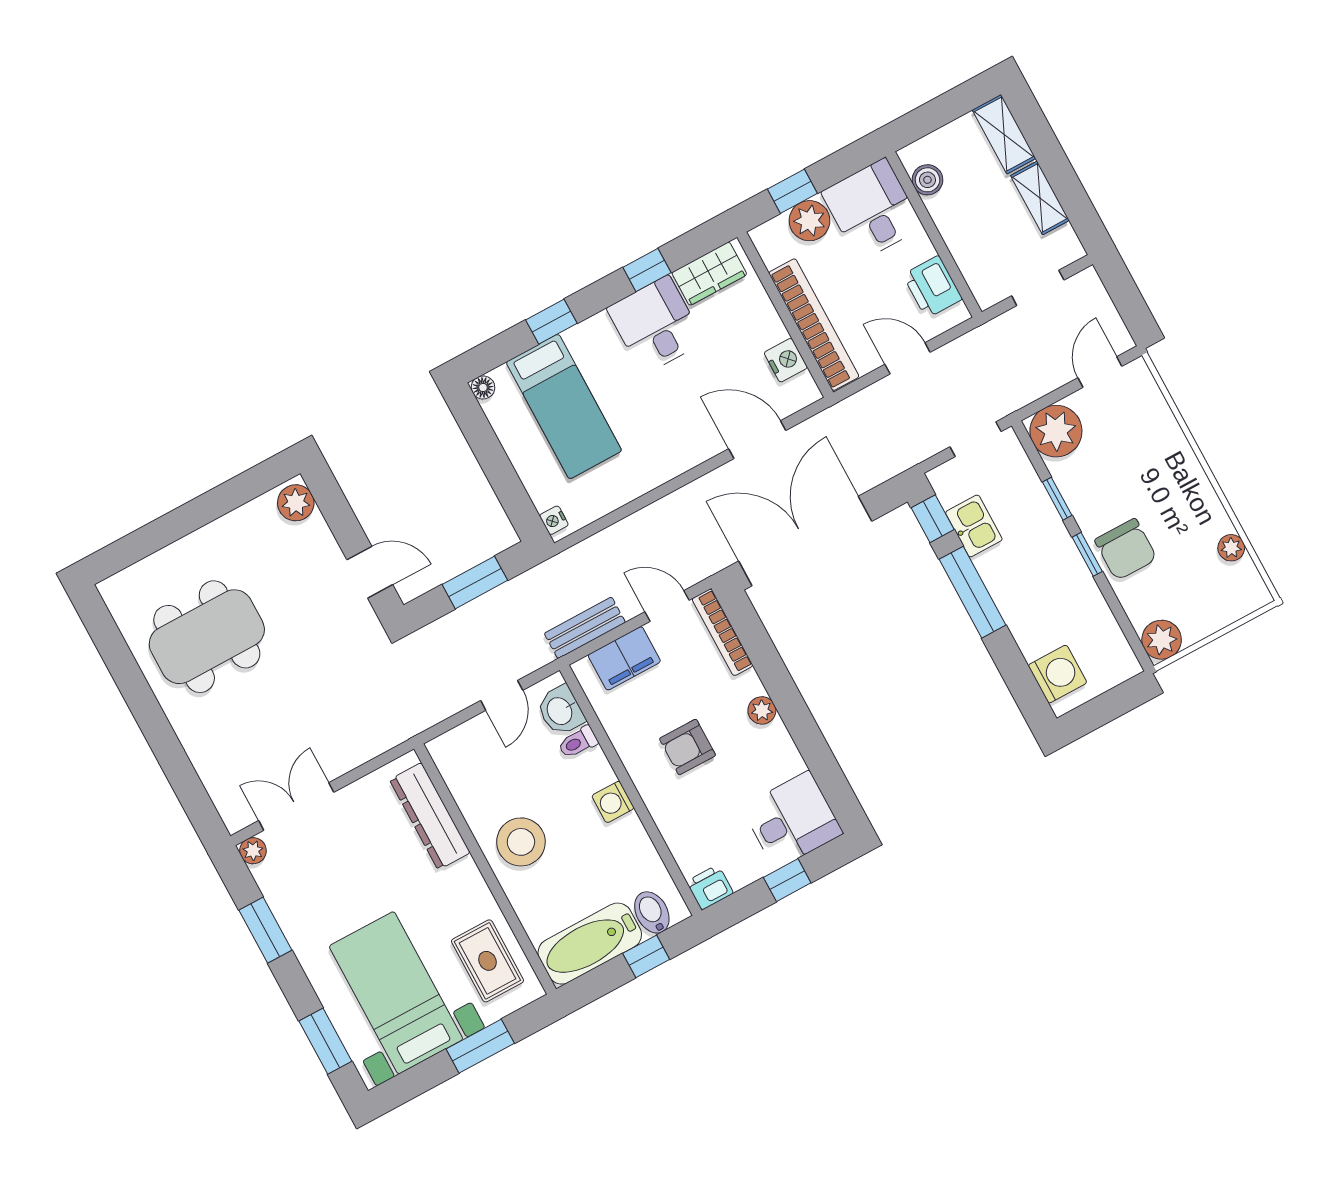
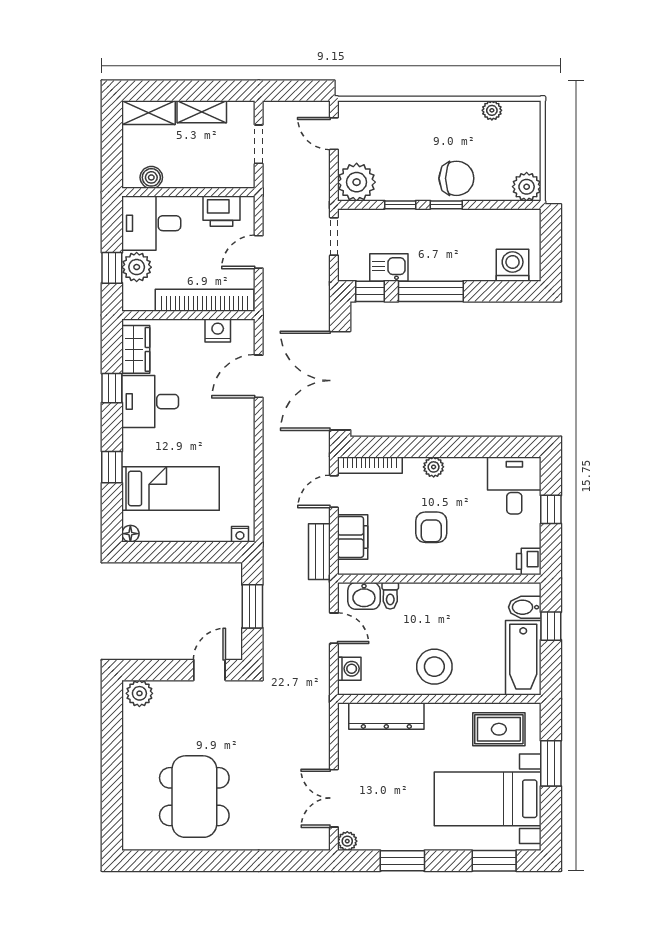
washing machine: (613, 802) -> (349, 669), moved, turned -90

